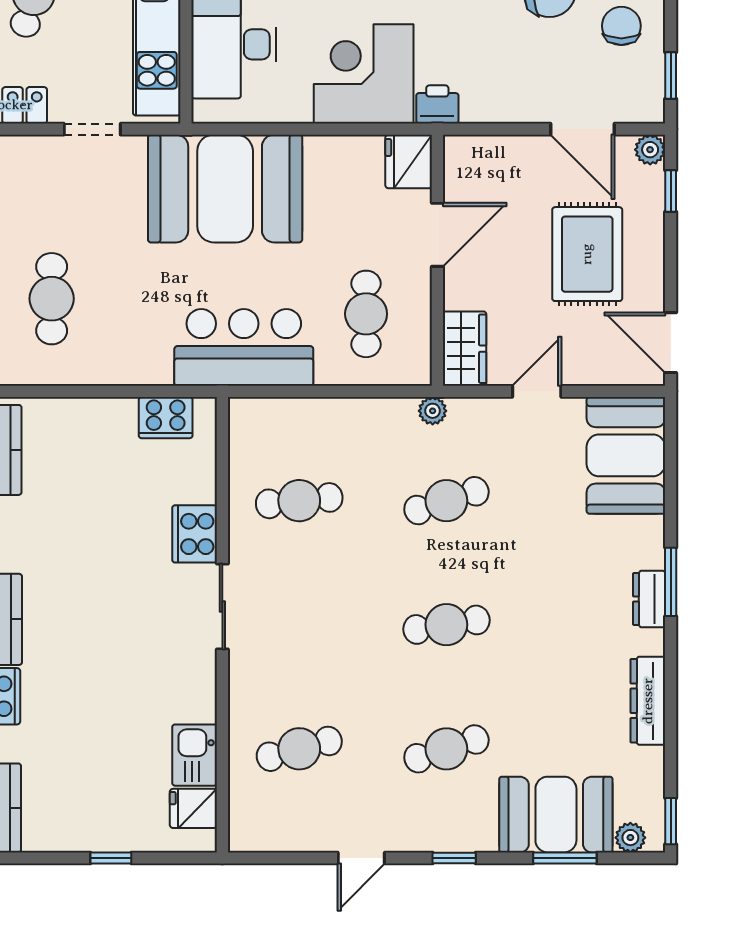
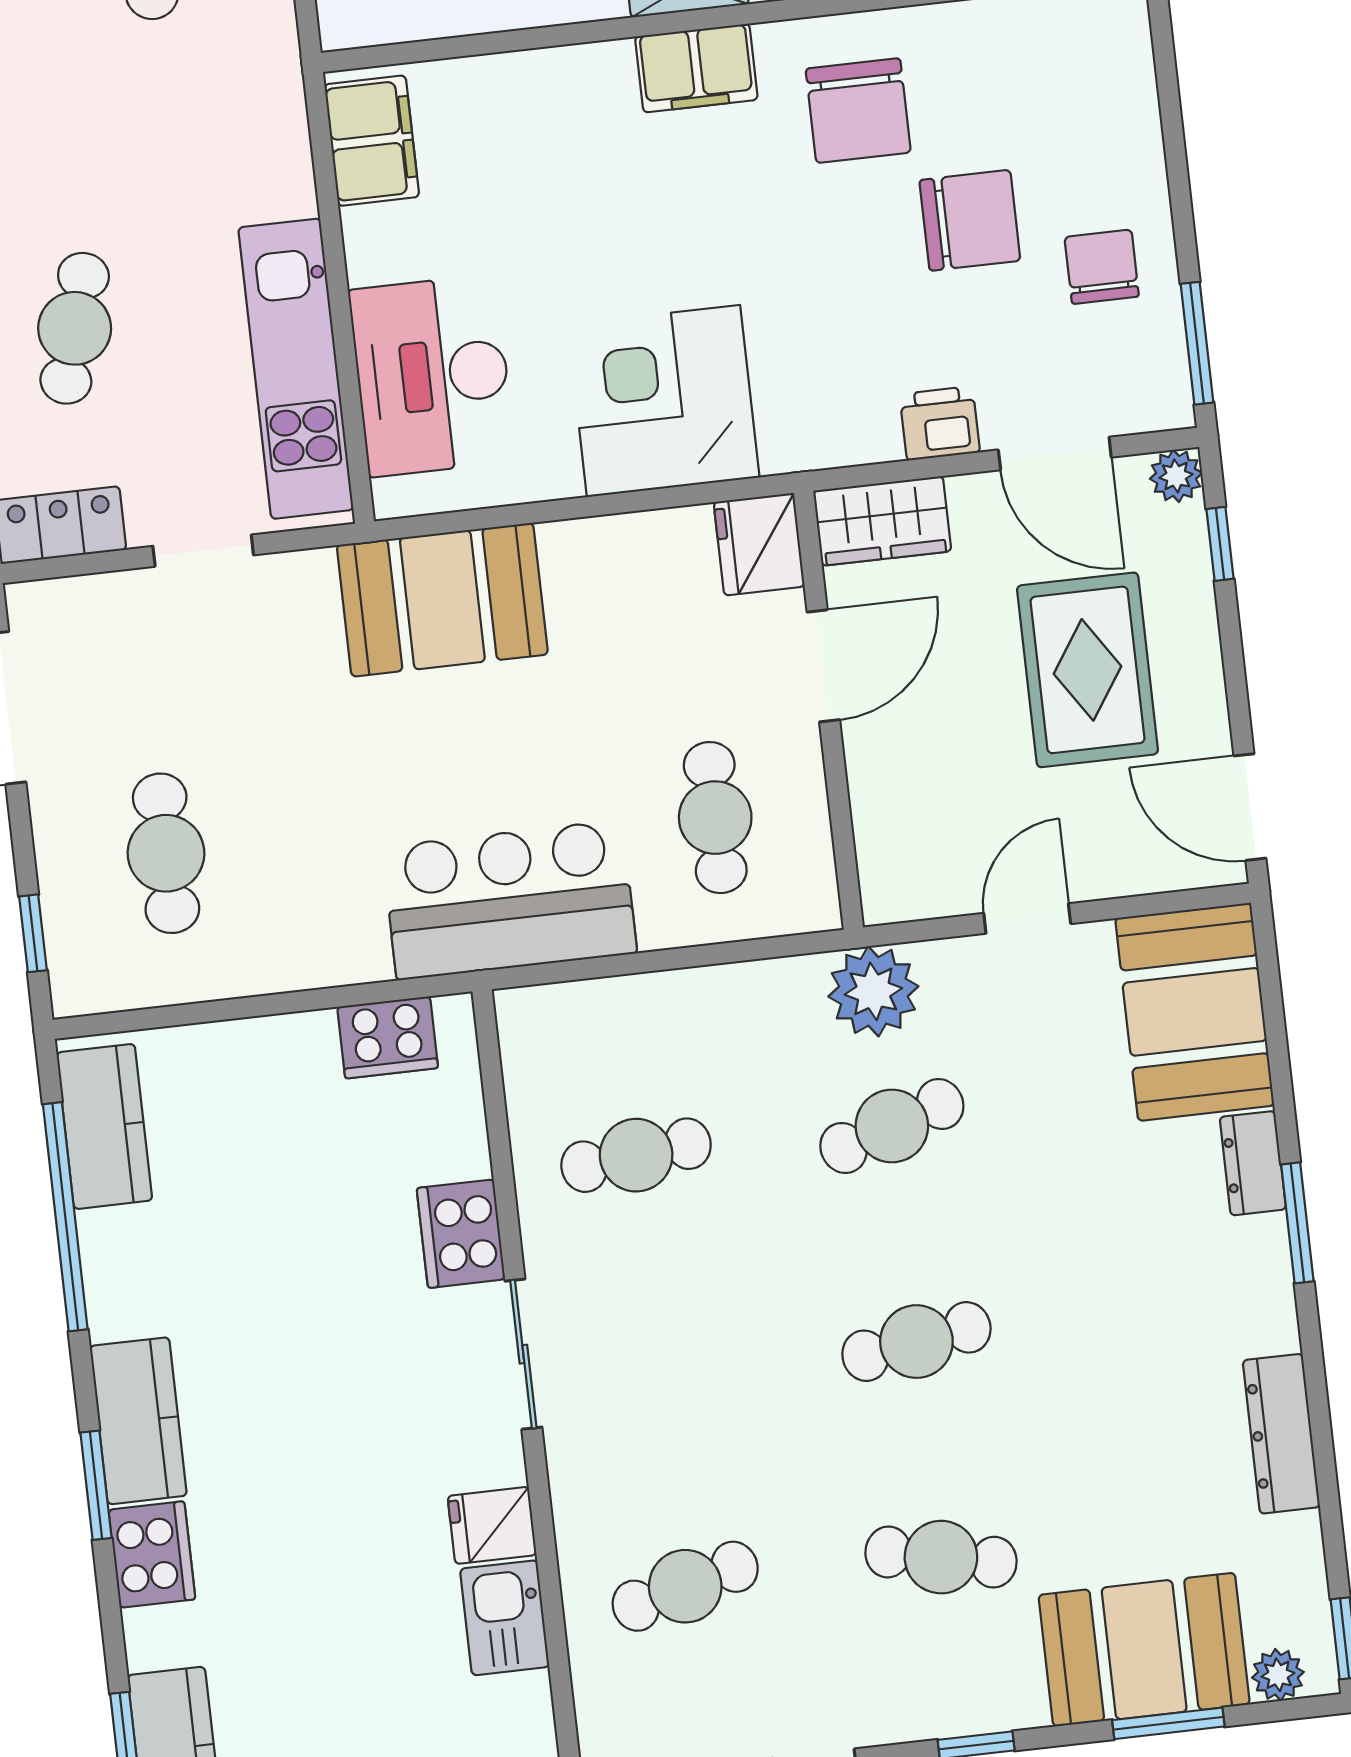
window: (671, 76) -> (1197, 343), width x1.50
printer: (437, 104) -> (940, 423), moved
booth: (225, 189) -> (442, 600), width x0.73, depth x0.70
wardrobe: (464, 349) -> (882, 521), moved, turned 90
plant: (433, 411) -> (873, 991), width x1.87, depth x1.87
dresser: (649, 599) -> (1253, 1163), moved
cafe table: (446, 749) -> (941, 1557), turned 30
fridge: (193, 808) -> (492, 1525), moved

